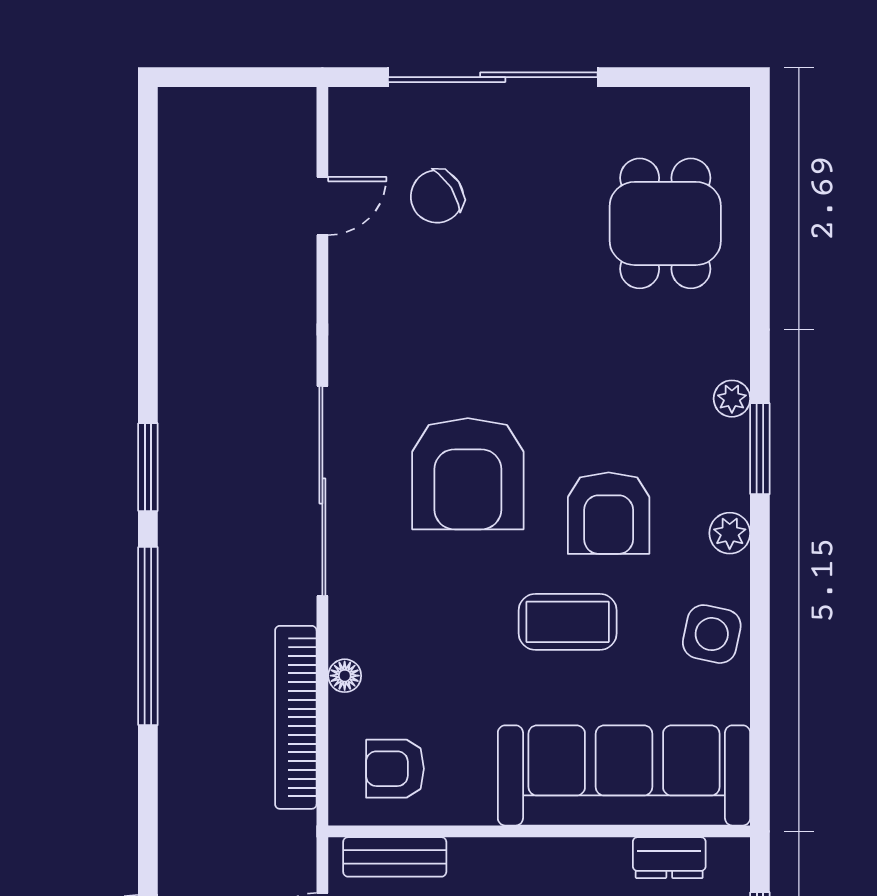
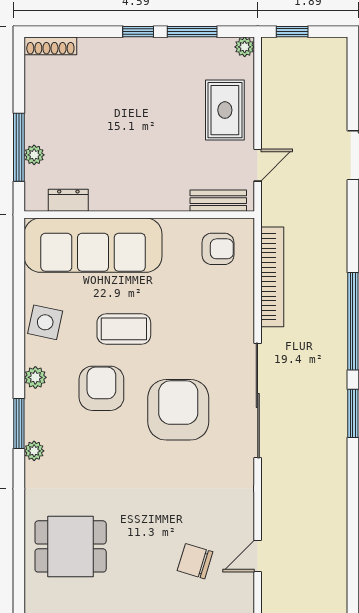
chair: (437, 196) -> (195, 561), turned -130
dining table: (665, 223) -> (71, 546), turned 90
floor lamp: (345, 676) -> (245, 300), removed

